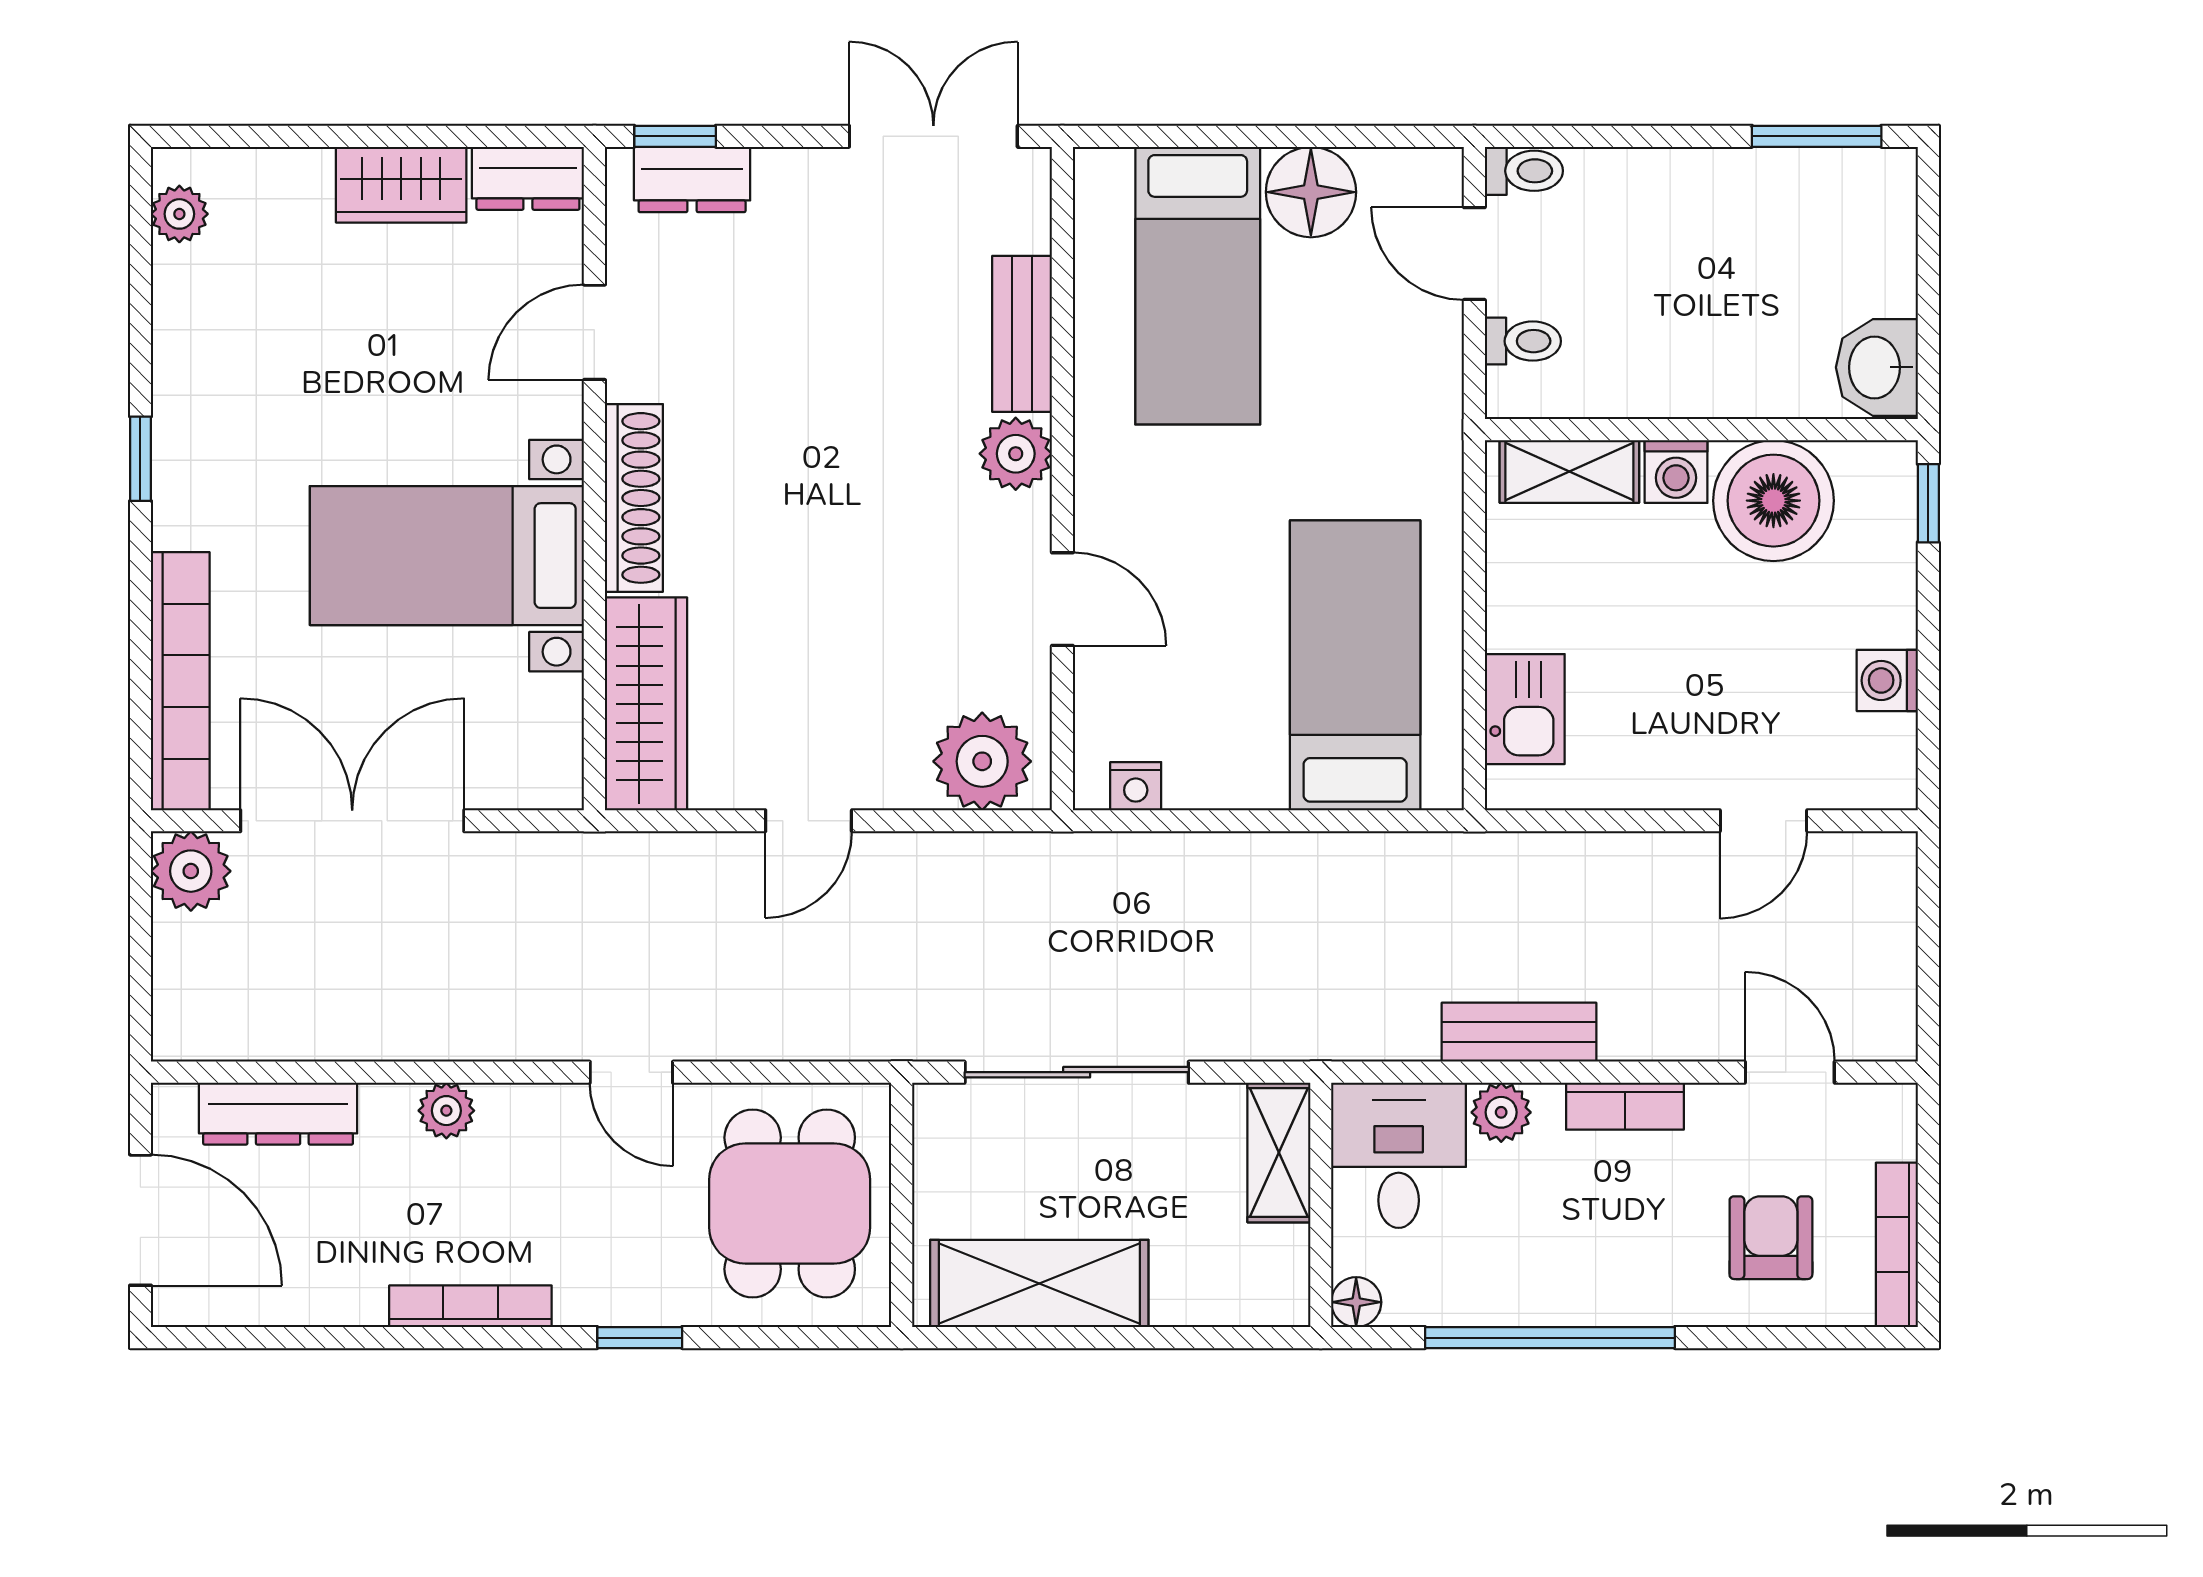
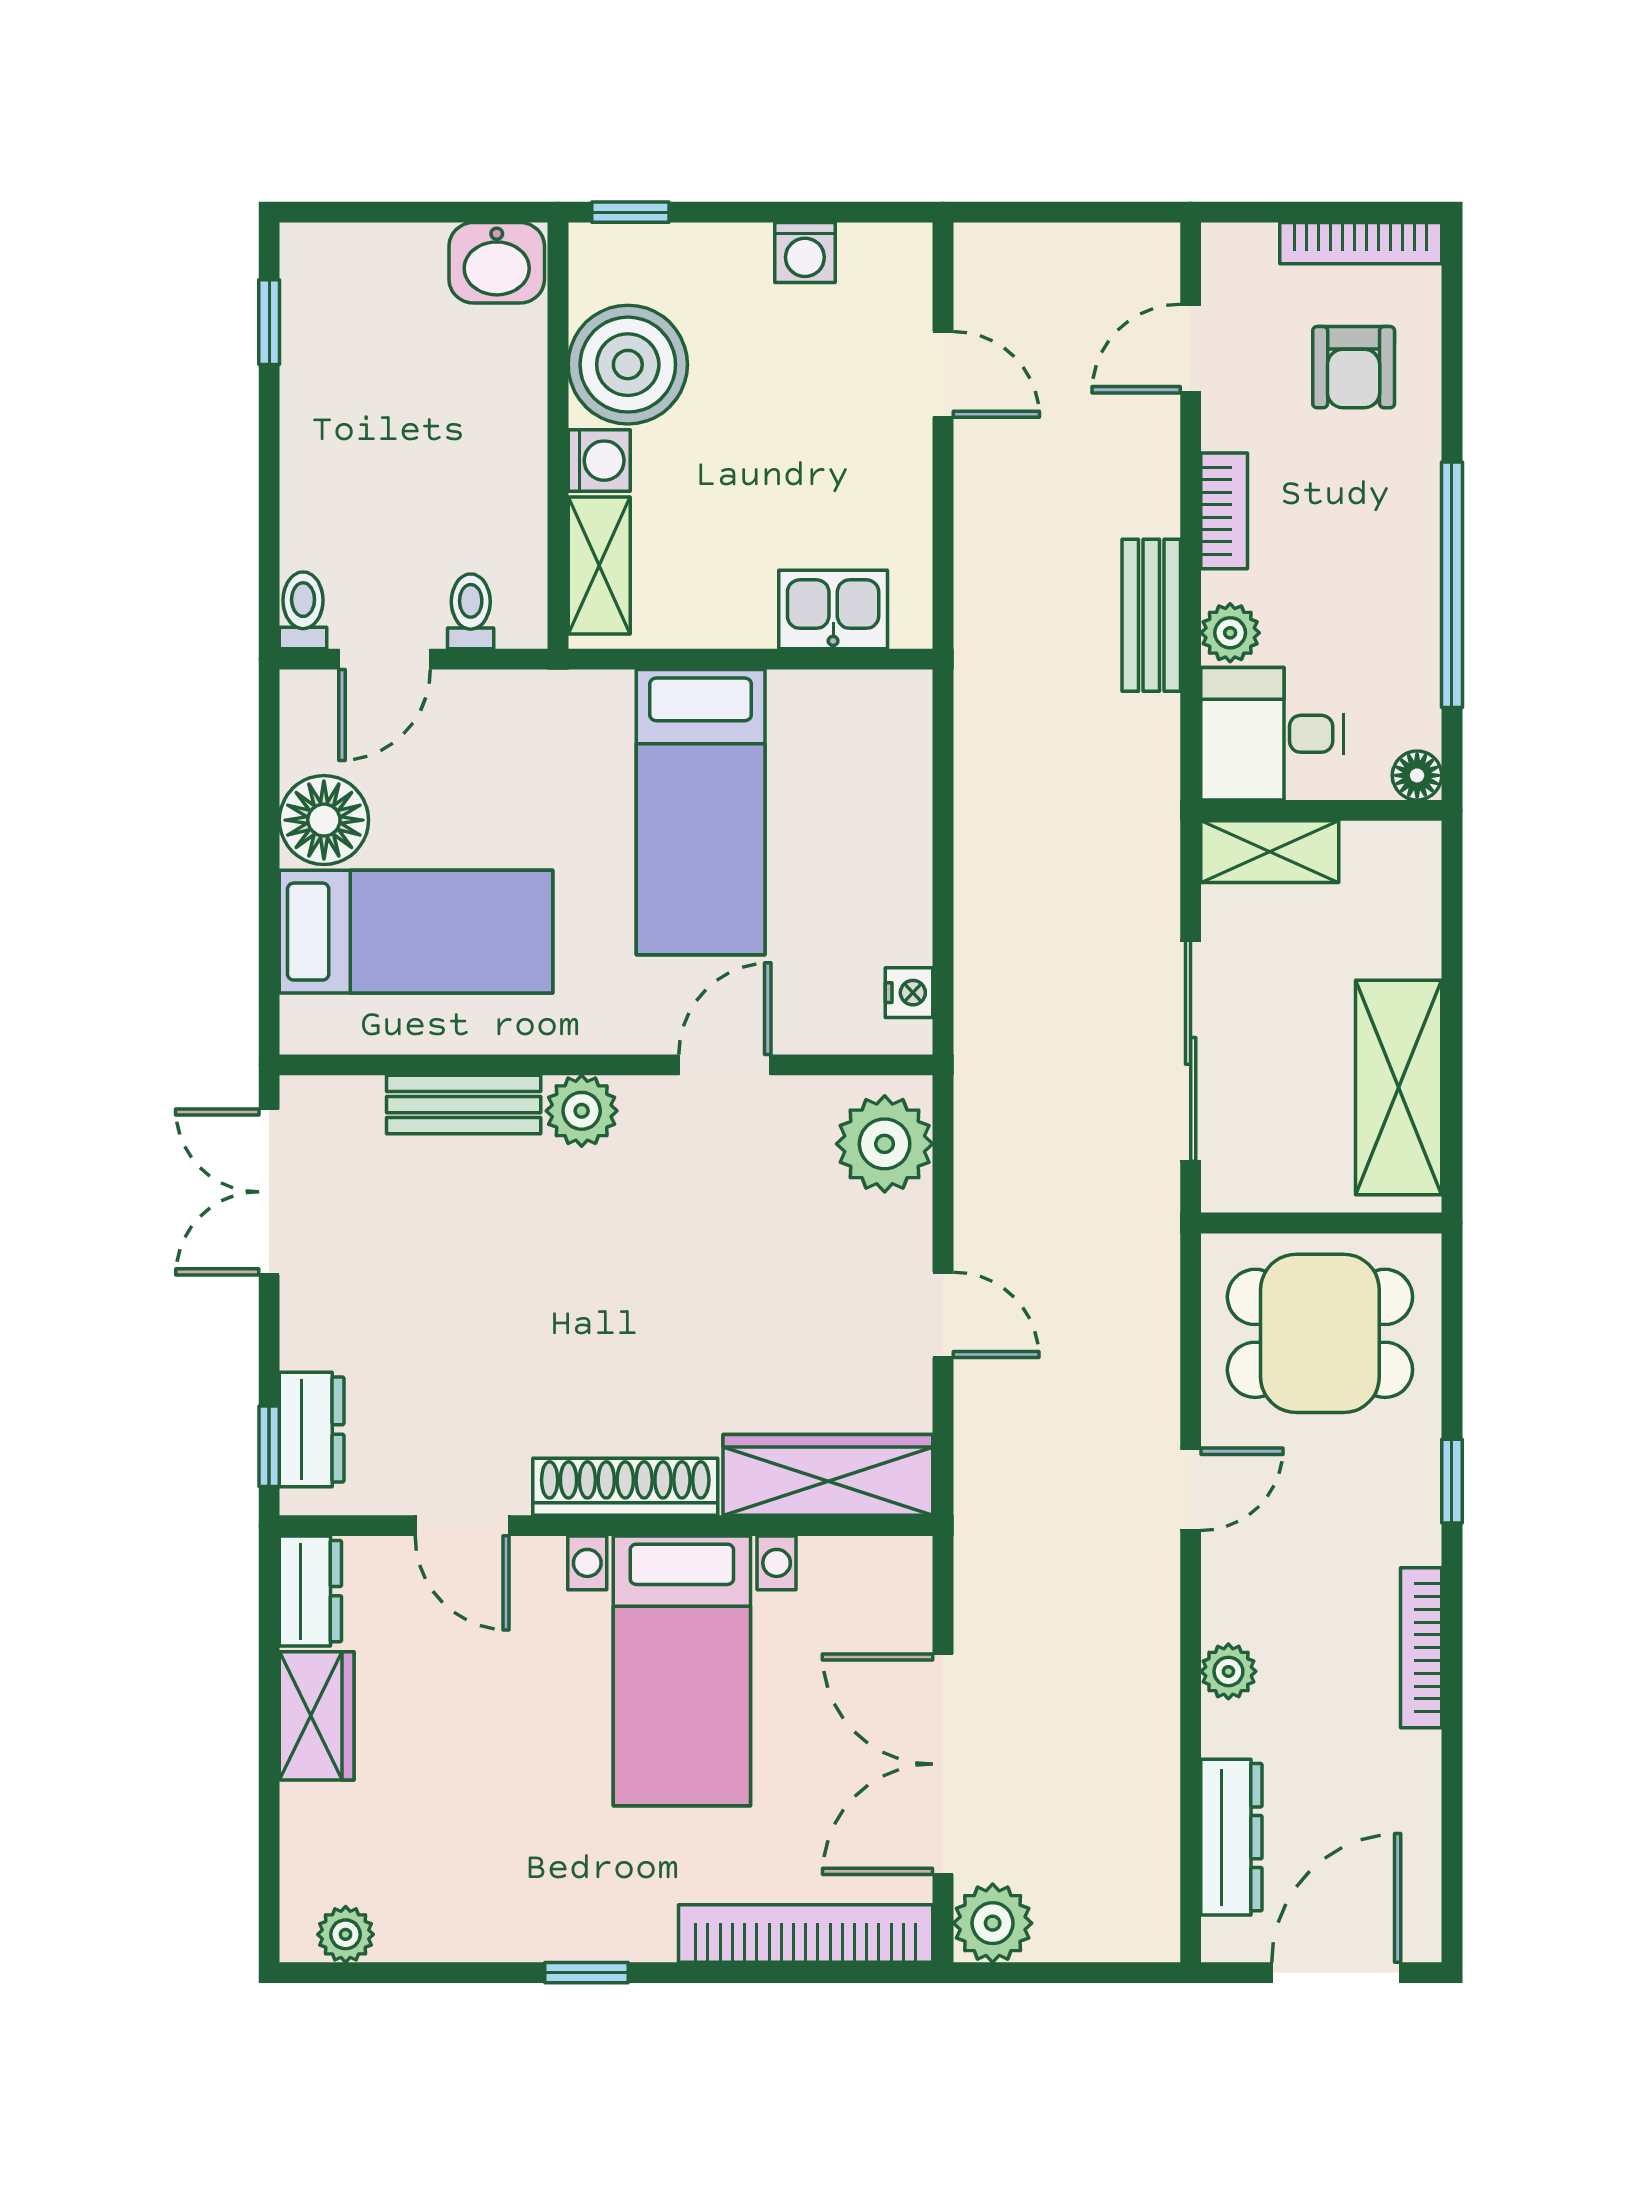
window: (1817, 136) -> (269, 322), width x0.67
bed: (1355, 665) -> (701, 812), moved, turned -90
armchair: (1771, 1238) -> (1354, 367), turned -90

